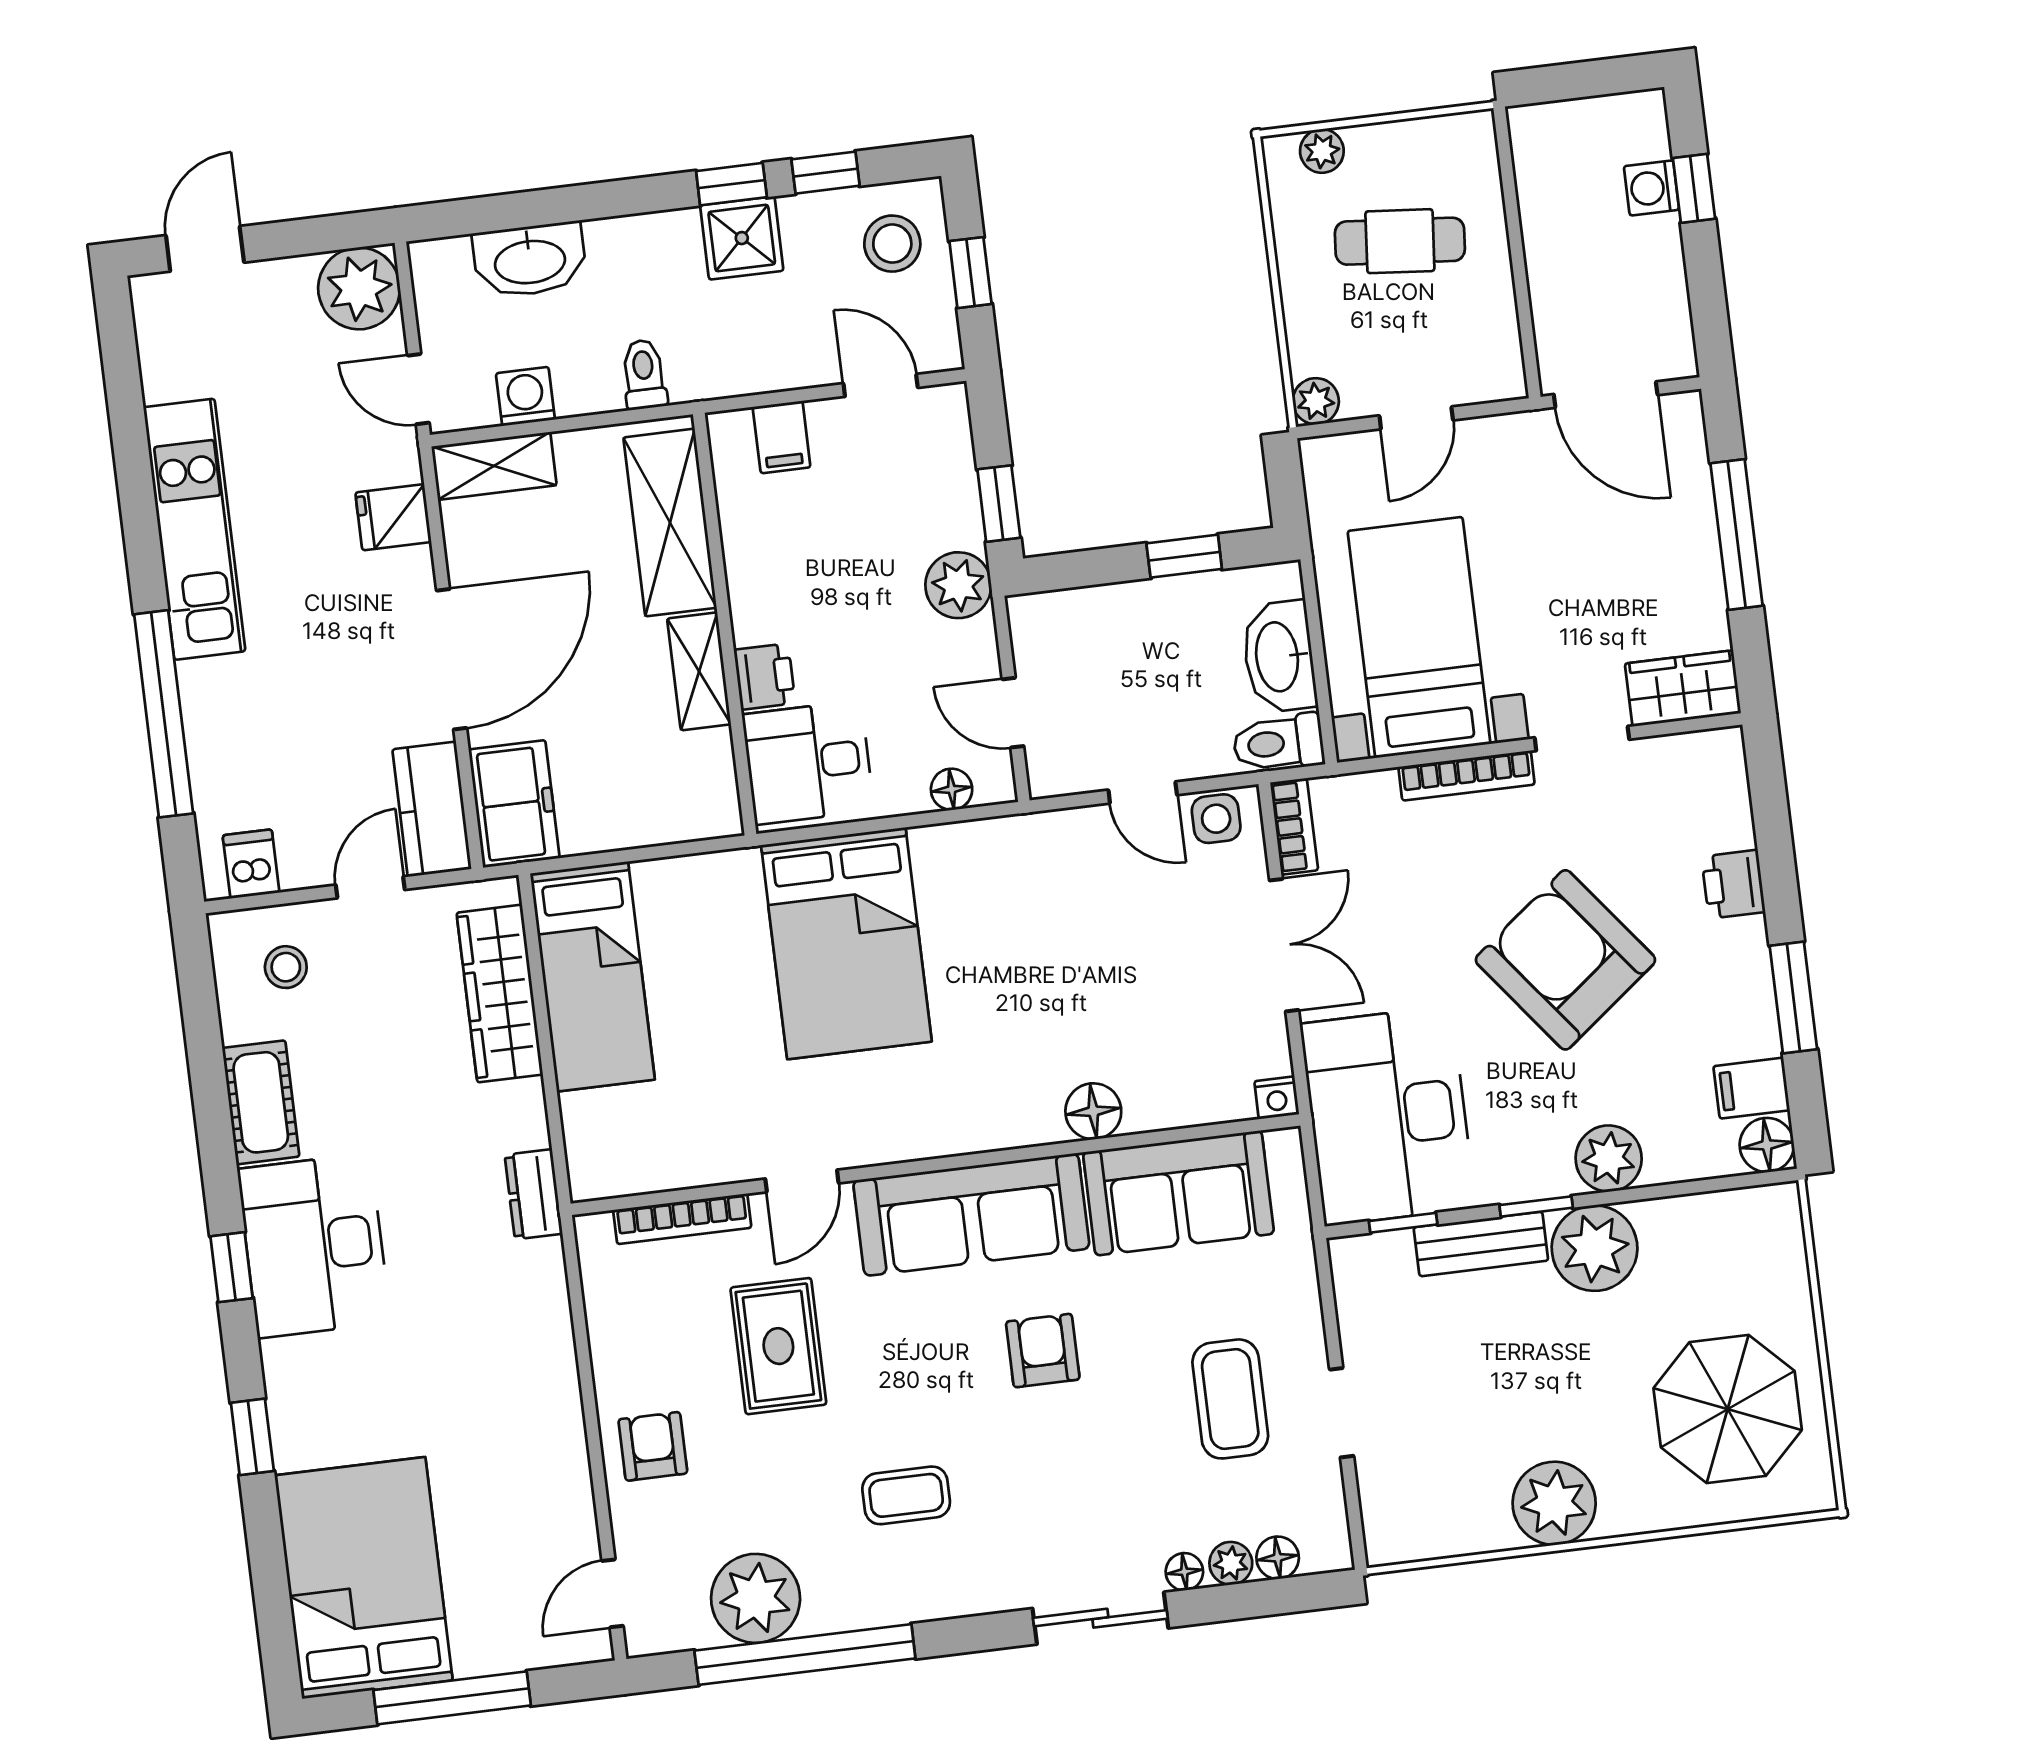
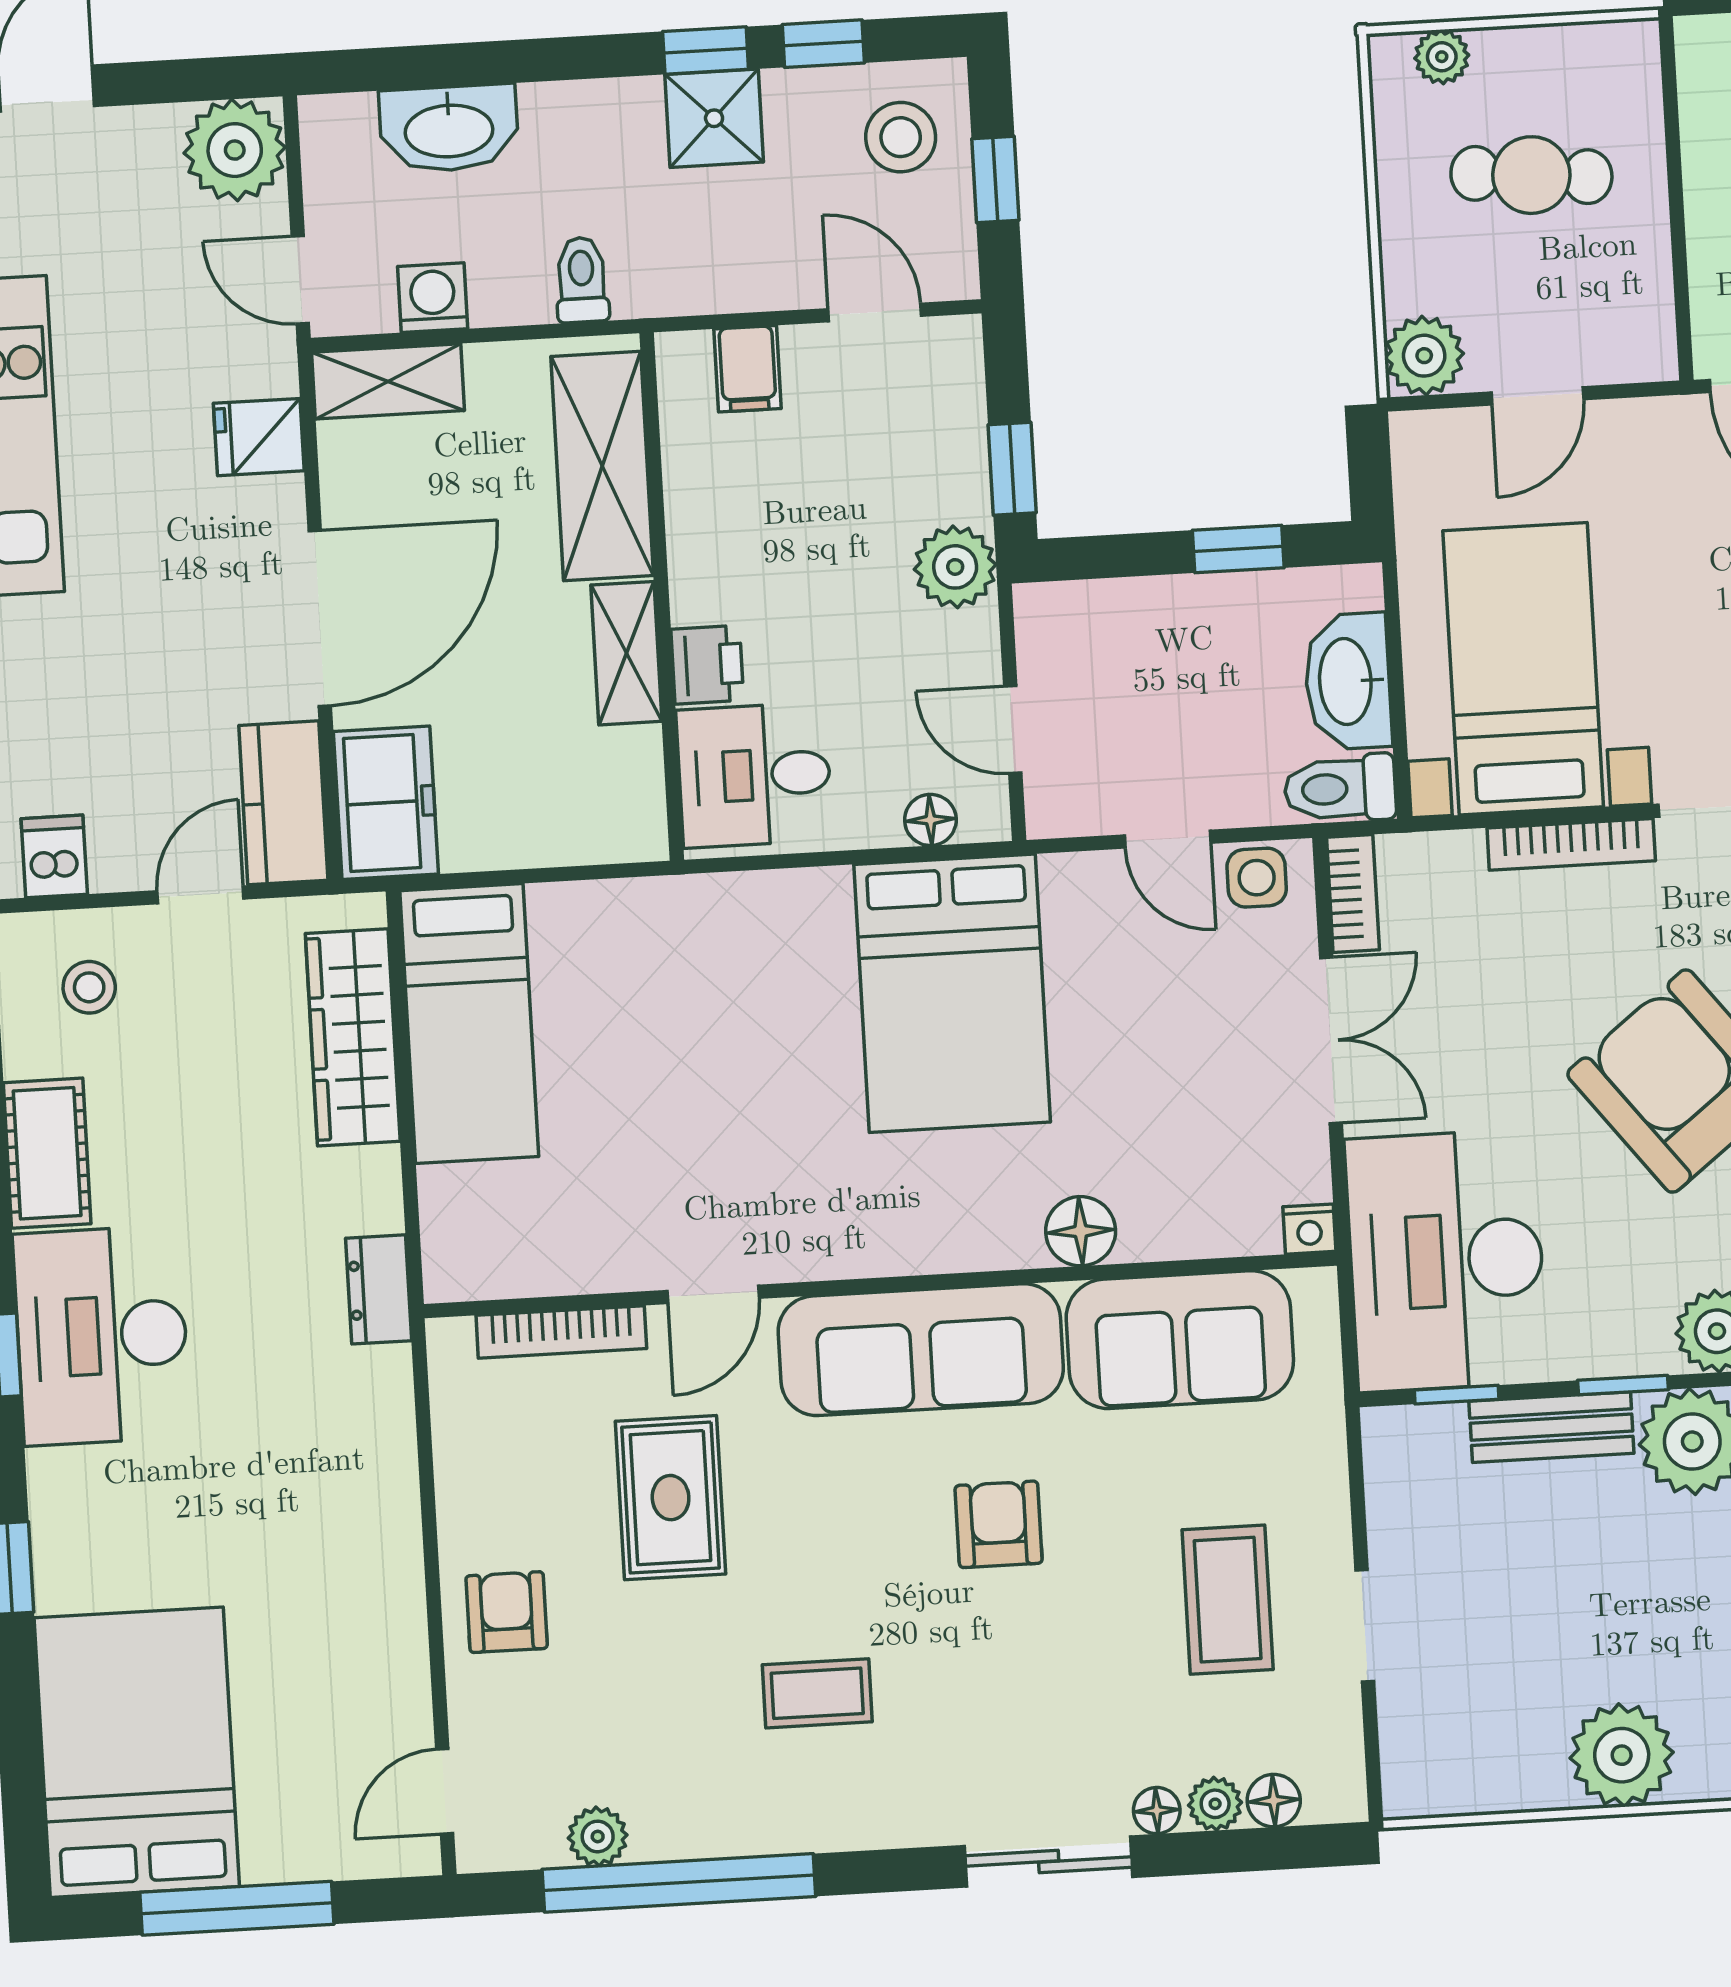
plant: (1316, 401) -> (1424, 356), width x1.38, depth x1.38
bed: (846, 943) -> (952, 993), moved
plant: (756, 1598) -> (598, 1836), width x0.53, depth x0.53

